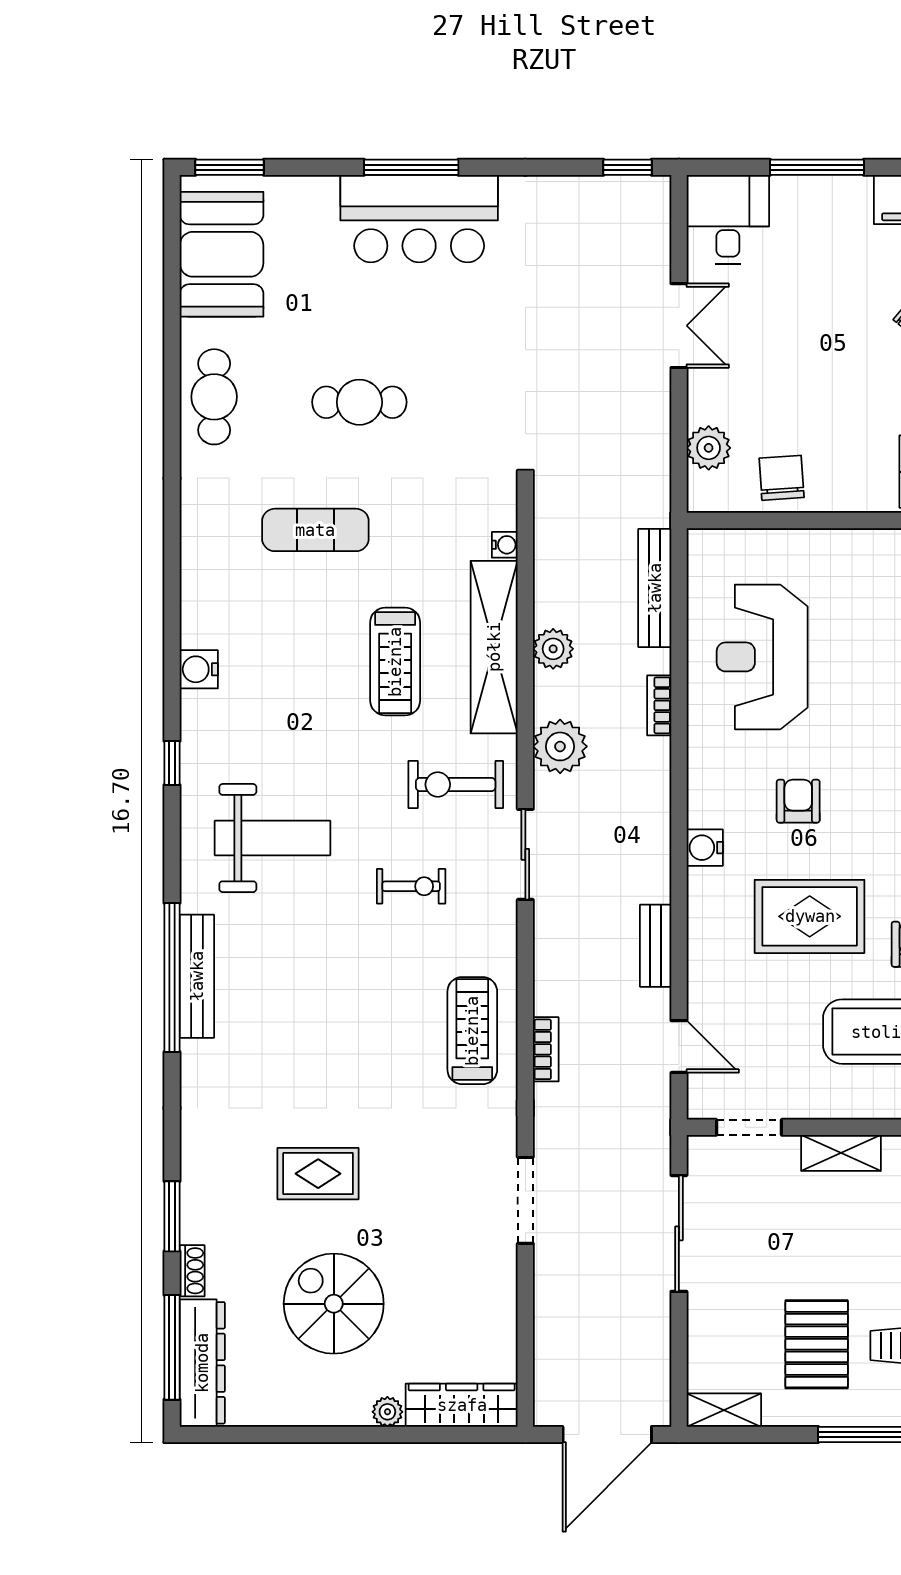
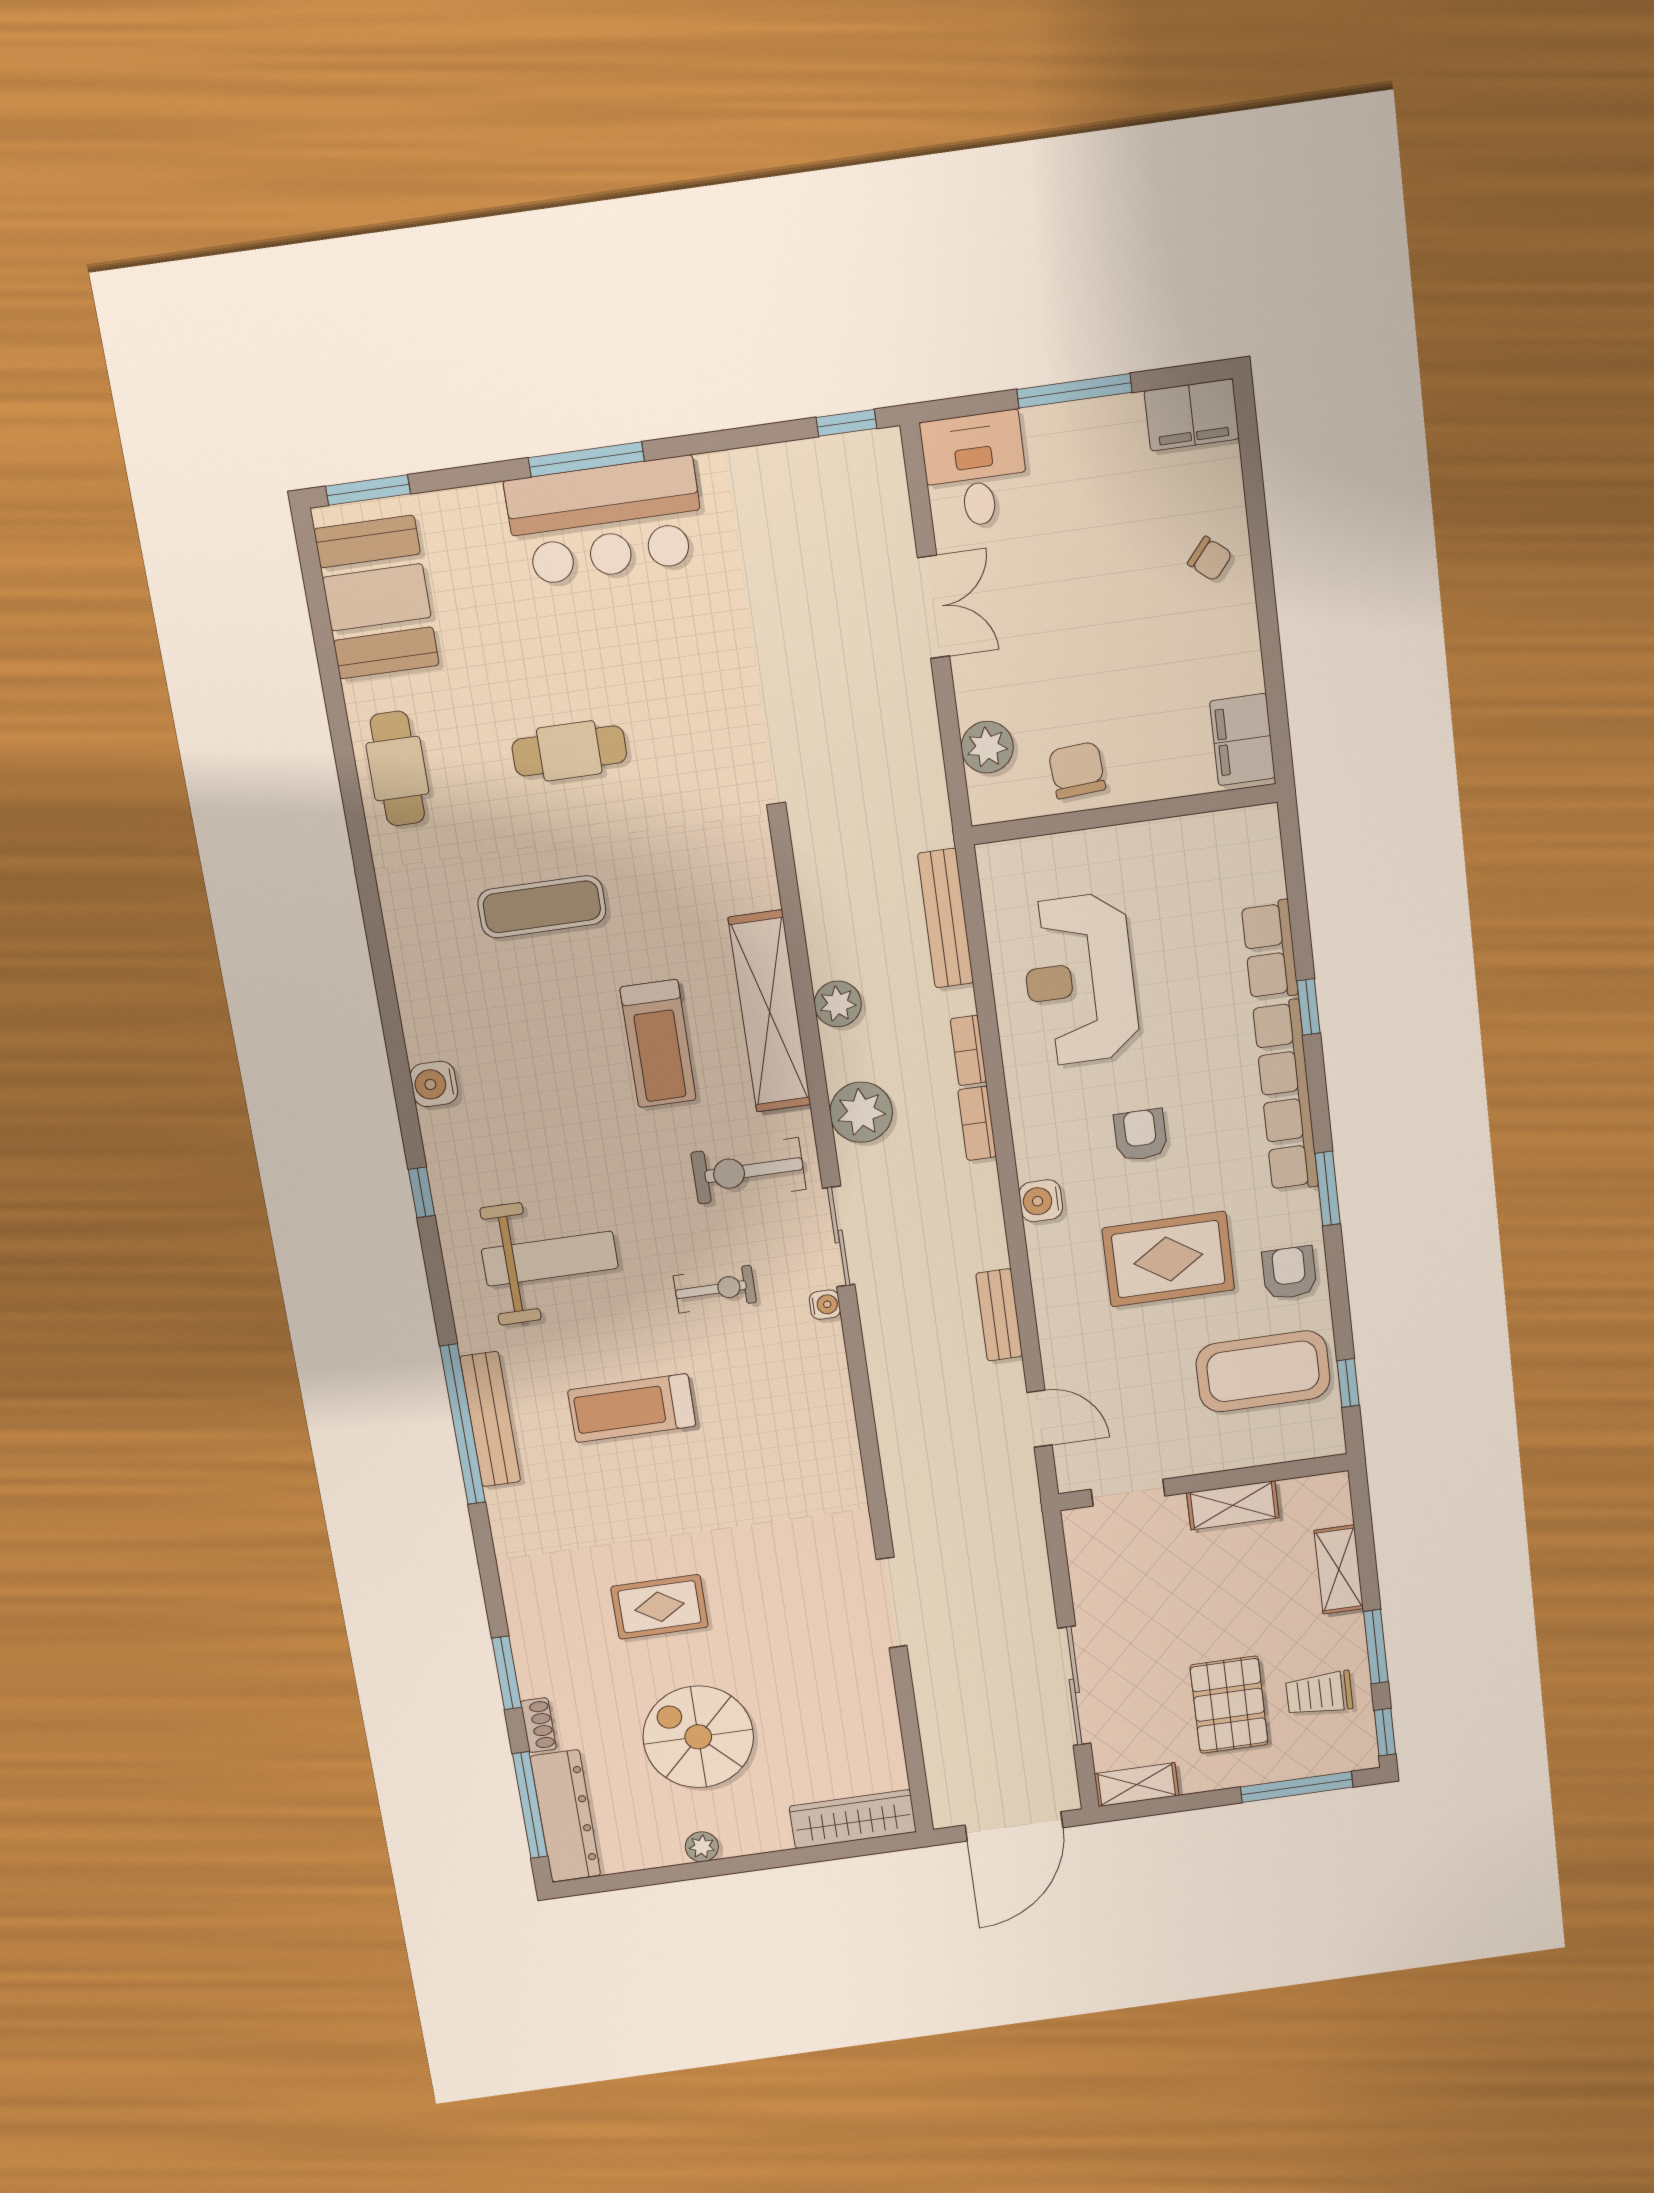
water cooler: (505, 545) -> (825, 1305), moved
treadmill: (472, 1031) -> (632, 1408), moved, turned -90
bookcase: (546, 1049) -> (977, 1123), moved, turned 180
sliding door: (679, 1233) -> (1074, 1686), moved
plant: (387, 1412) -> (702, 1847), moved

